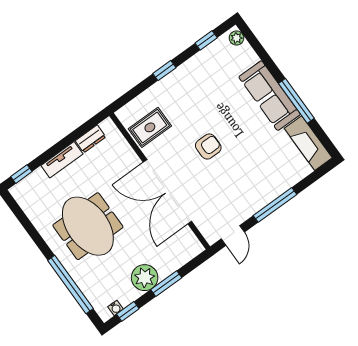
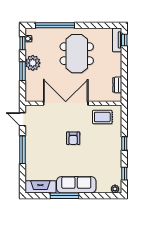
rug: (150, 127) -> (102, 117), turned 90
tv unit: (62, 160) -> (117, 40), moved
meeting table: (88, 226) -> (77, 54), turned 90

